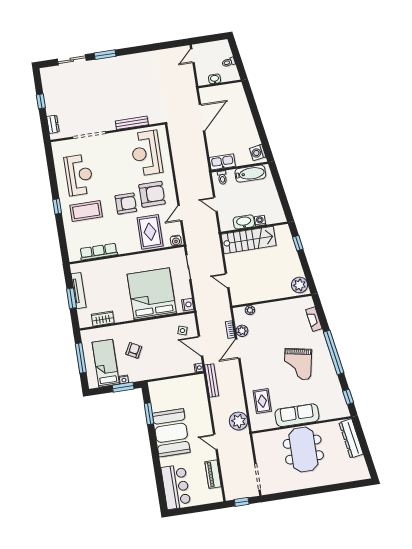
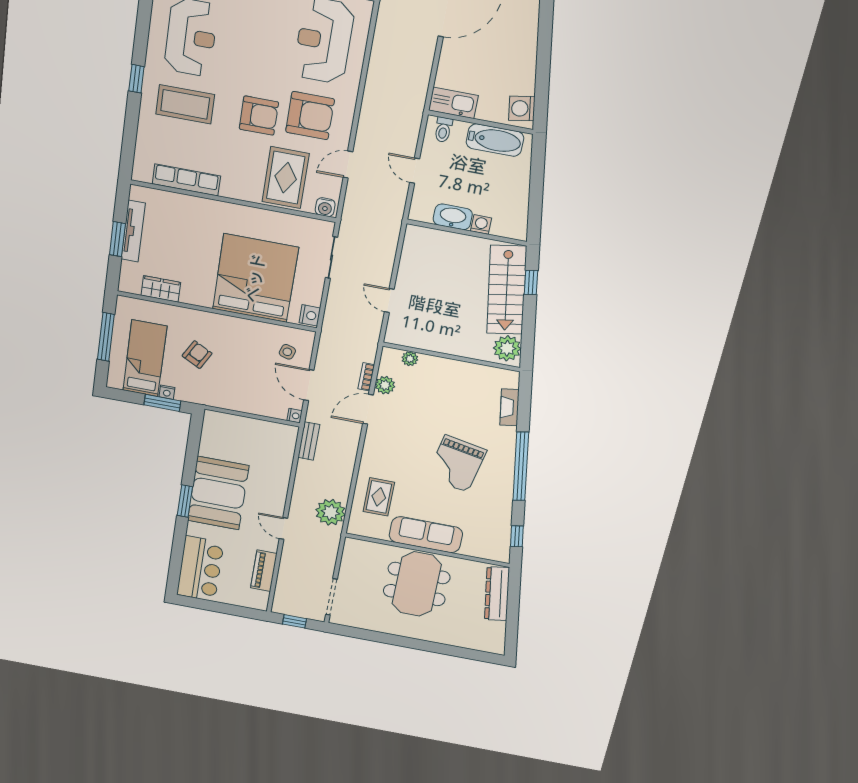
stairs: (249, 240) -> (507, 290), moved, turned 81
bench: (212, 380) -> (309, 441), width x0.73
window: (149, 414) -> (185, 501), moved

